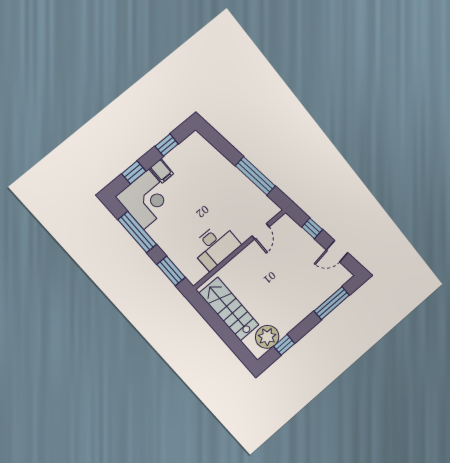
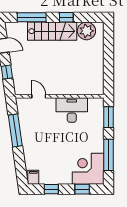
filing cabinet: (162, 171) -> (33, 177), moved
door: (261, 231) -> (39, 96), hinge flipped
stairs: (229, 309) -> (52, 31), moved, turned -90
window: (284, 345) -> (66, 17), moved

